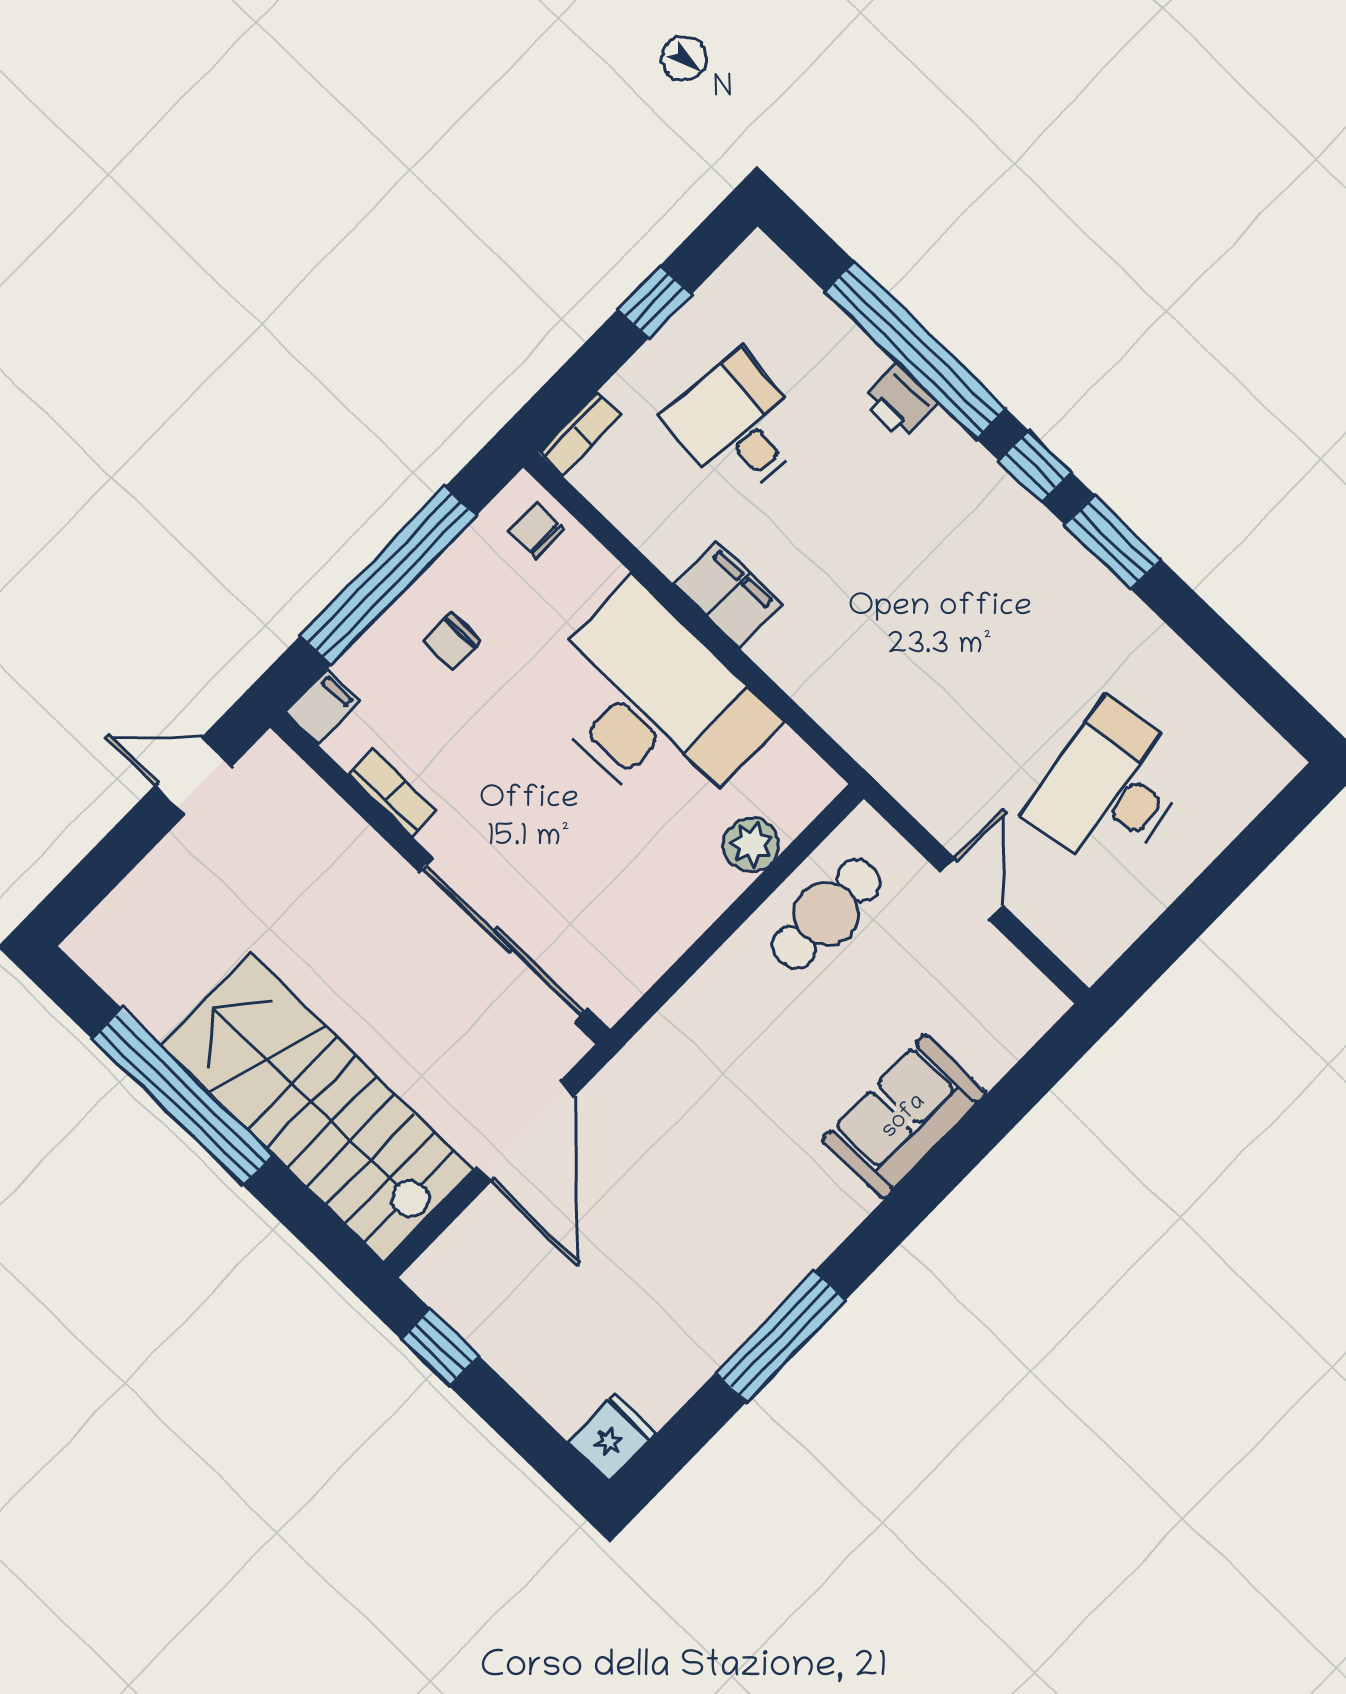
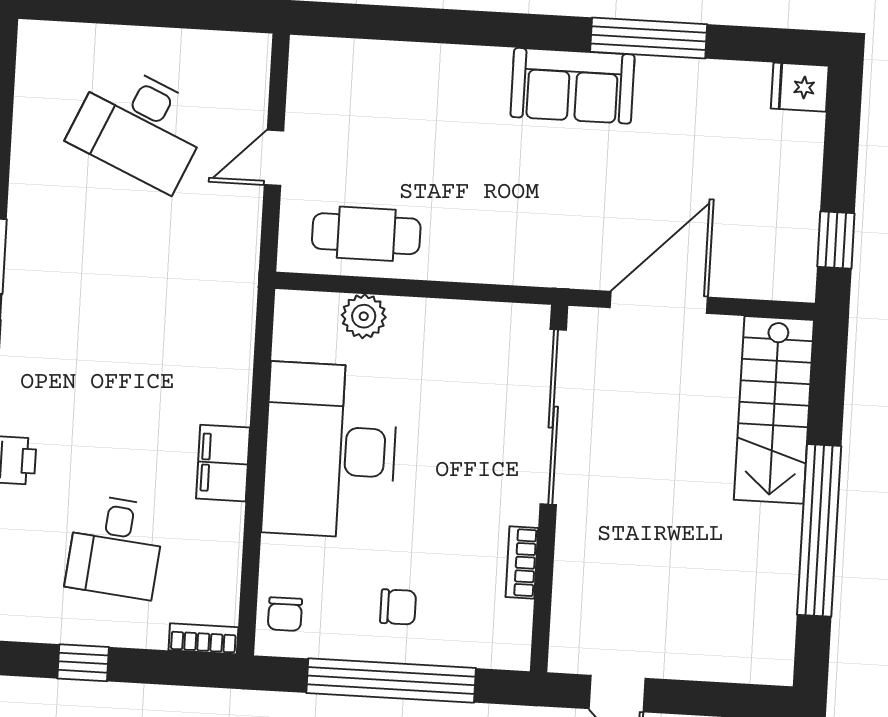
filing cabinet: (322, 707) -> (507, 652), removed
desk: (1110, 789) -> (140, 126), turned 33
stairs: (317, 1108) -> (774, 410), width x0.73, depth x0.66
sofa: (904, 1117) -> (573, 86), moved

